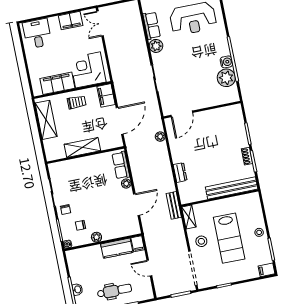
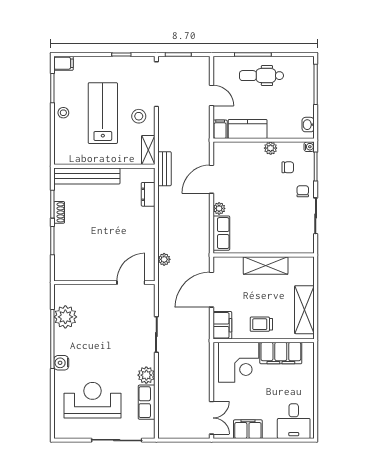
water cooler: (226, 62) -> (61, 363), moved
dresser: (180, 173) -> (148, 194), moved
washbasin: (77, 289) -> (308, 125), moved

